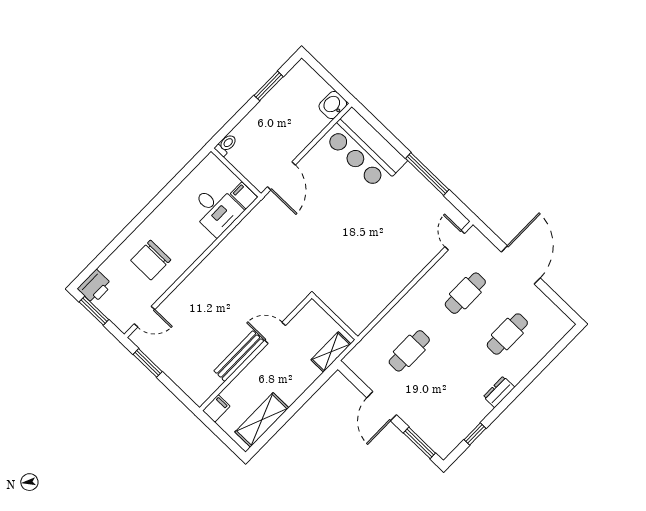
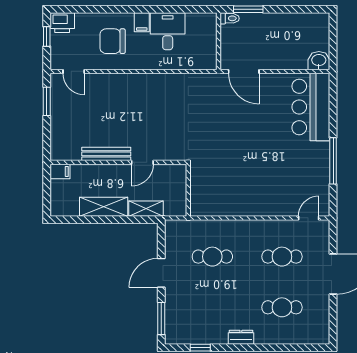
window: (269, 86) -> (248, 9), moved
door: (281, 176) -> (244, 71), hinge flipped
filing cabinet: (244, 195) -> (142, 22), moved, turned 180
desk: (216, 210) -> (168, 31), moved, turned 180
window: (94, 311) -> (47, 37), width x0.67
door: (275, 333) -> (142, 162), swing flipped
shelving: (331, 352) -> (146, 209), moved
shelving: (262, 420) -> (104, 207), moved

